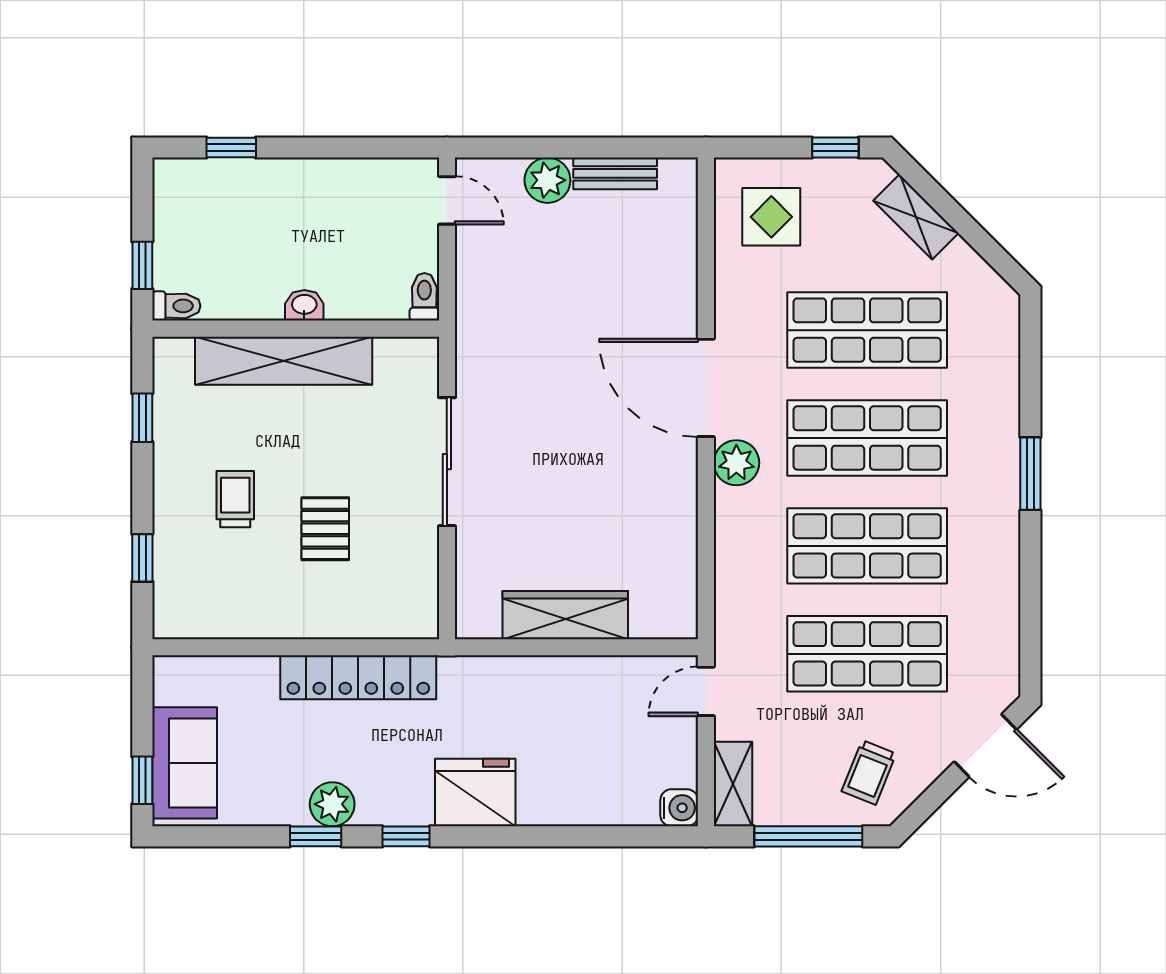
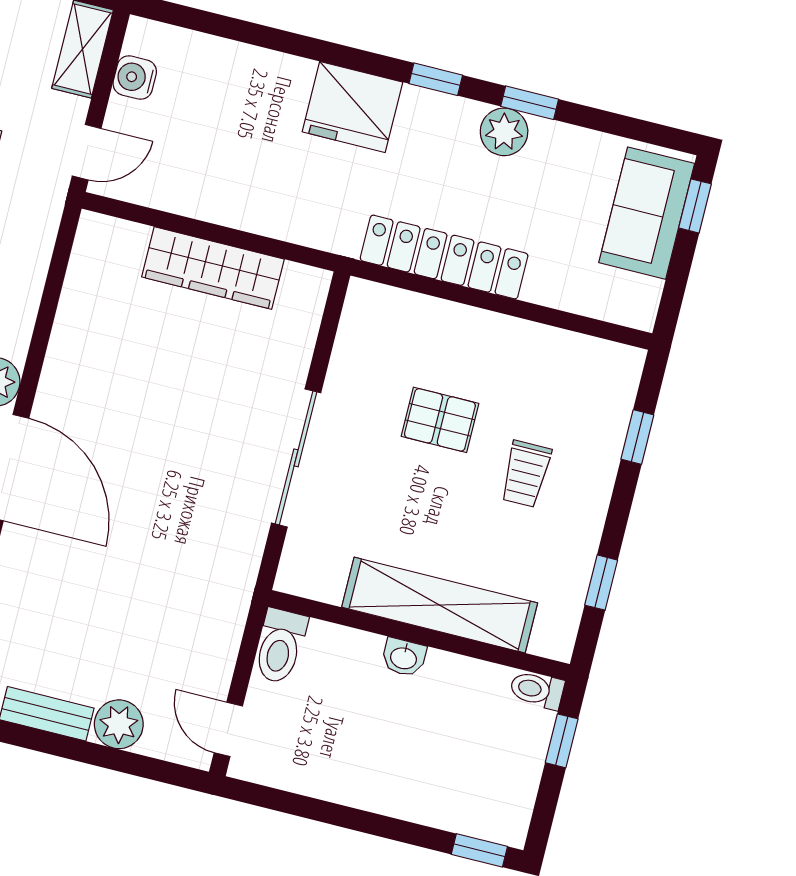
window: (231, 147) -> (479, 850), moved
toilet: (424, 297) -> (280, 646), width x1.37, depth x1.39
pallet: (325, 529) -> (440, 420), turned 90
water cooler: (679, 808) -> (135, 78), moved

